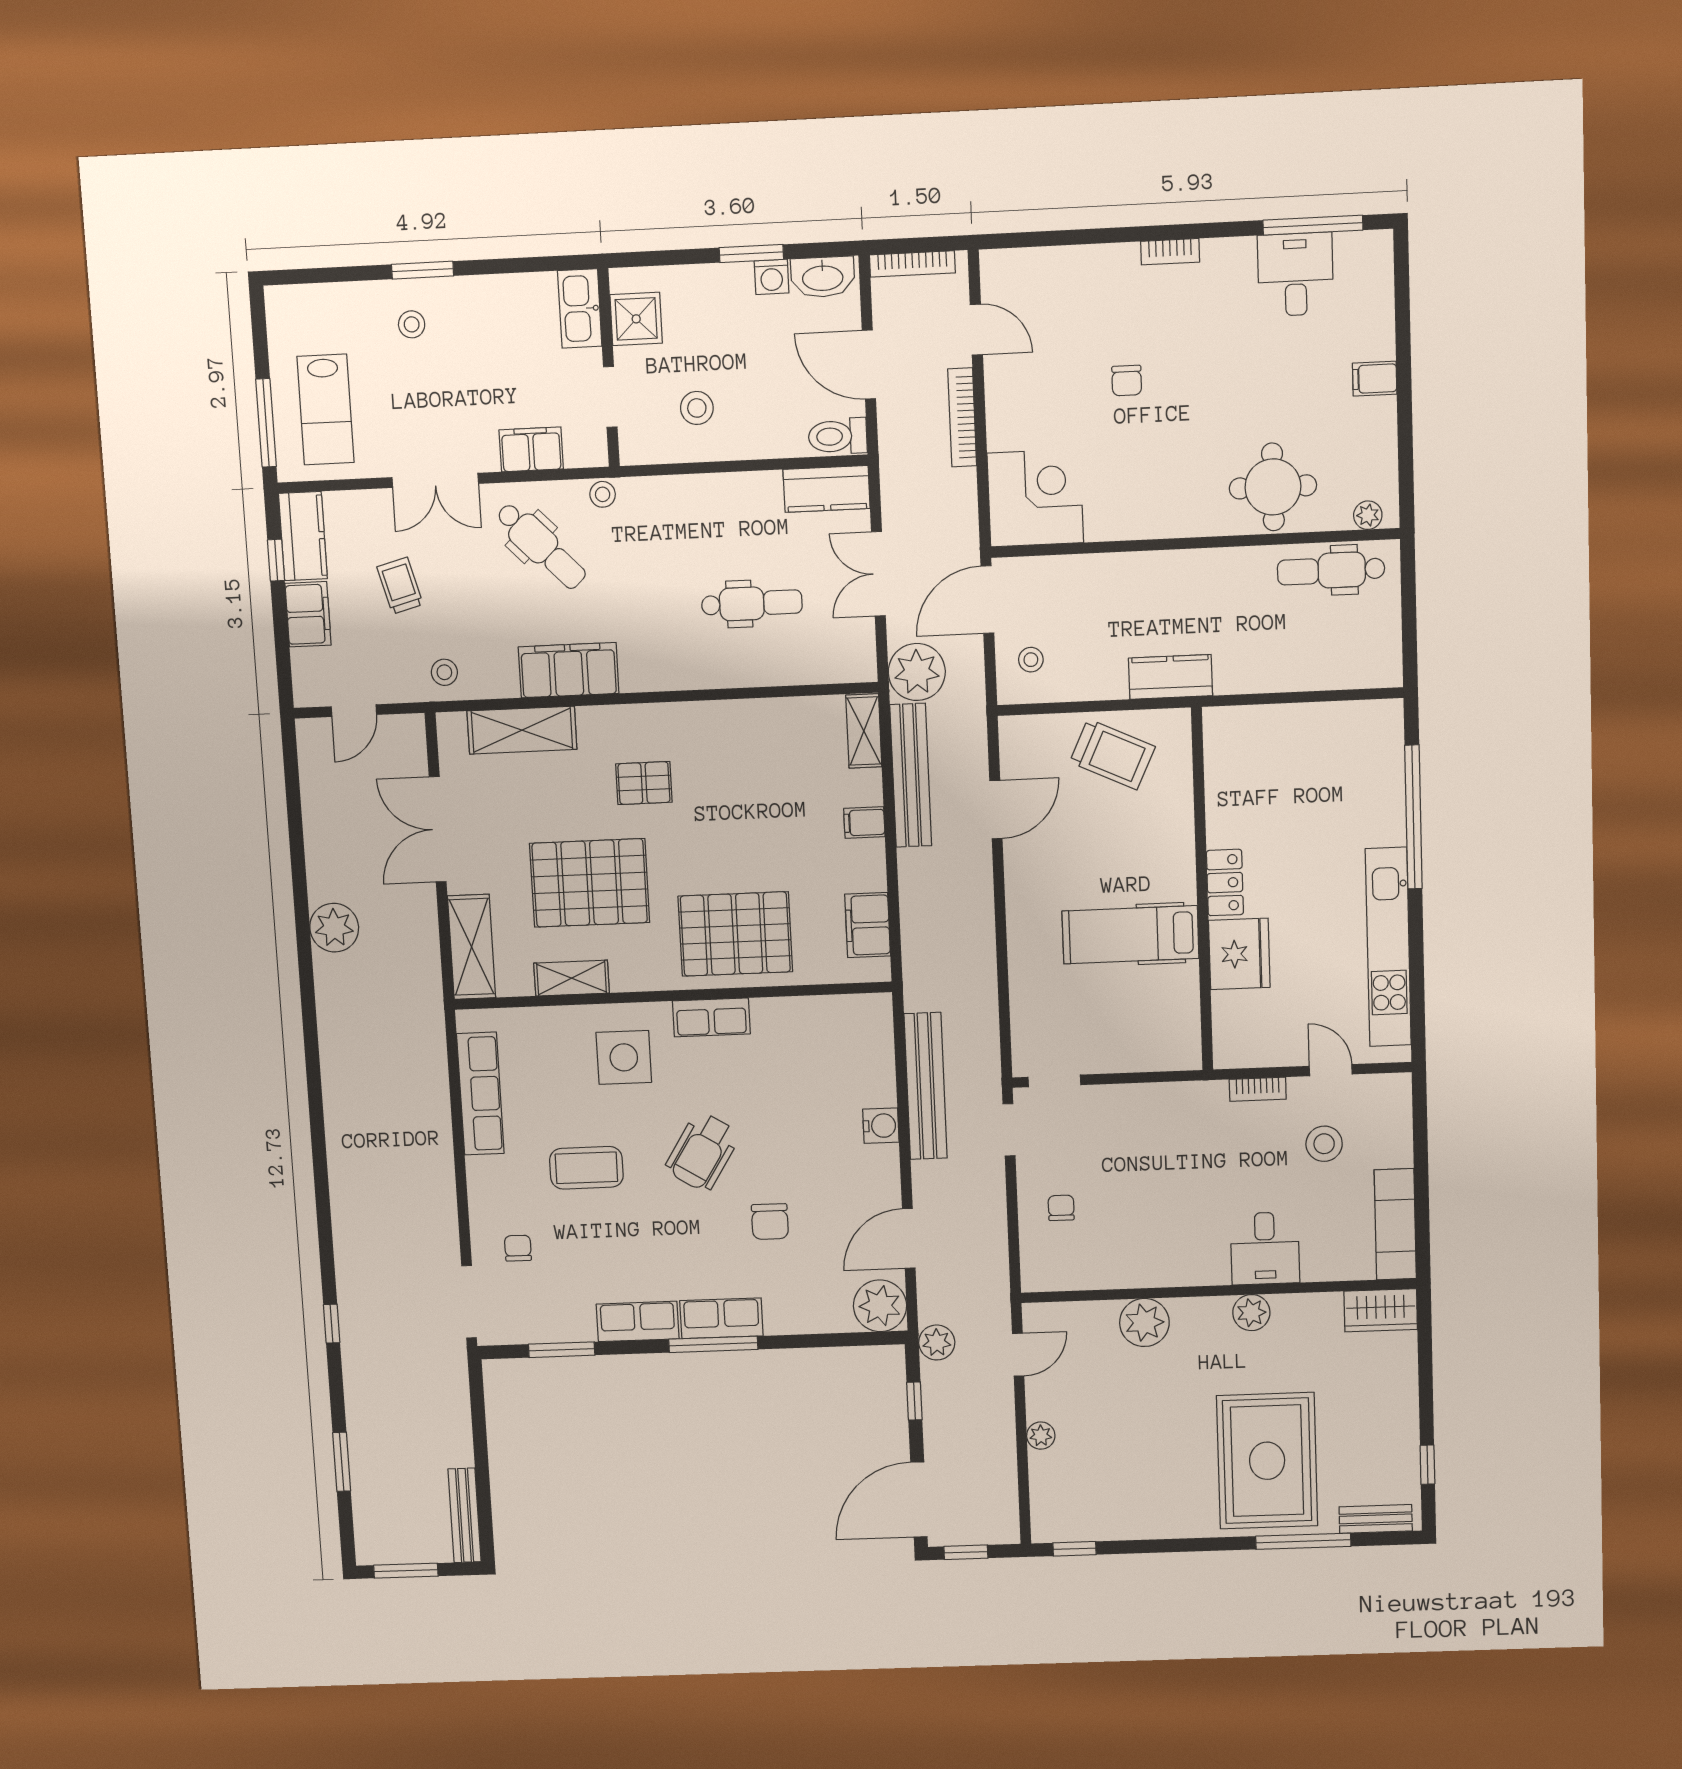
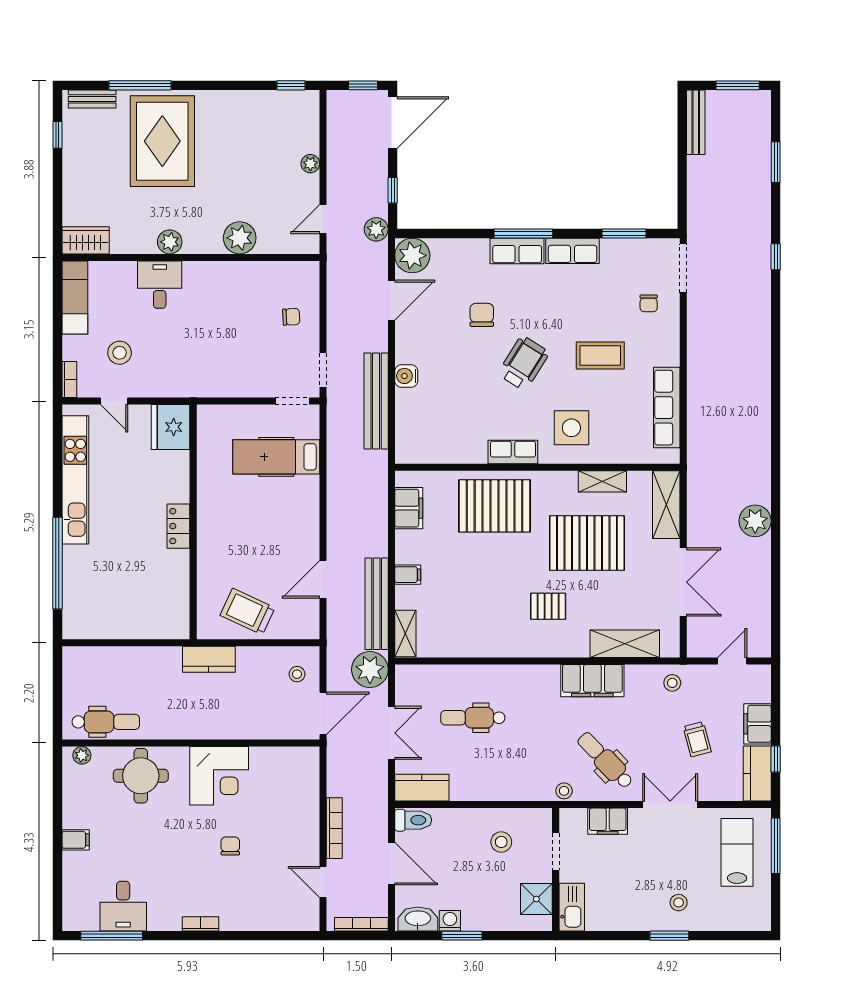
corner desk: (1035, 498) -> (219, 776), moved, turned -90
hospital bed: (1130, 935) -> (276, 457), moved, turned 180
fridge: (1239, 954) -> (171, 427), moved
bookcase: (1258, 1089) -> (69, 379), moved, turned 90
chair: (1061, 1208) -> (291, 317), turned -93

